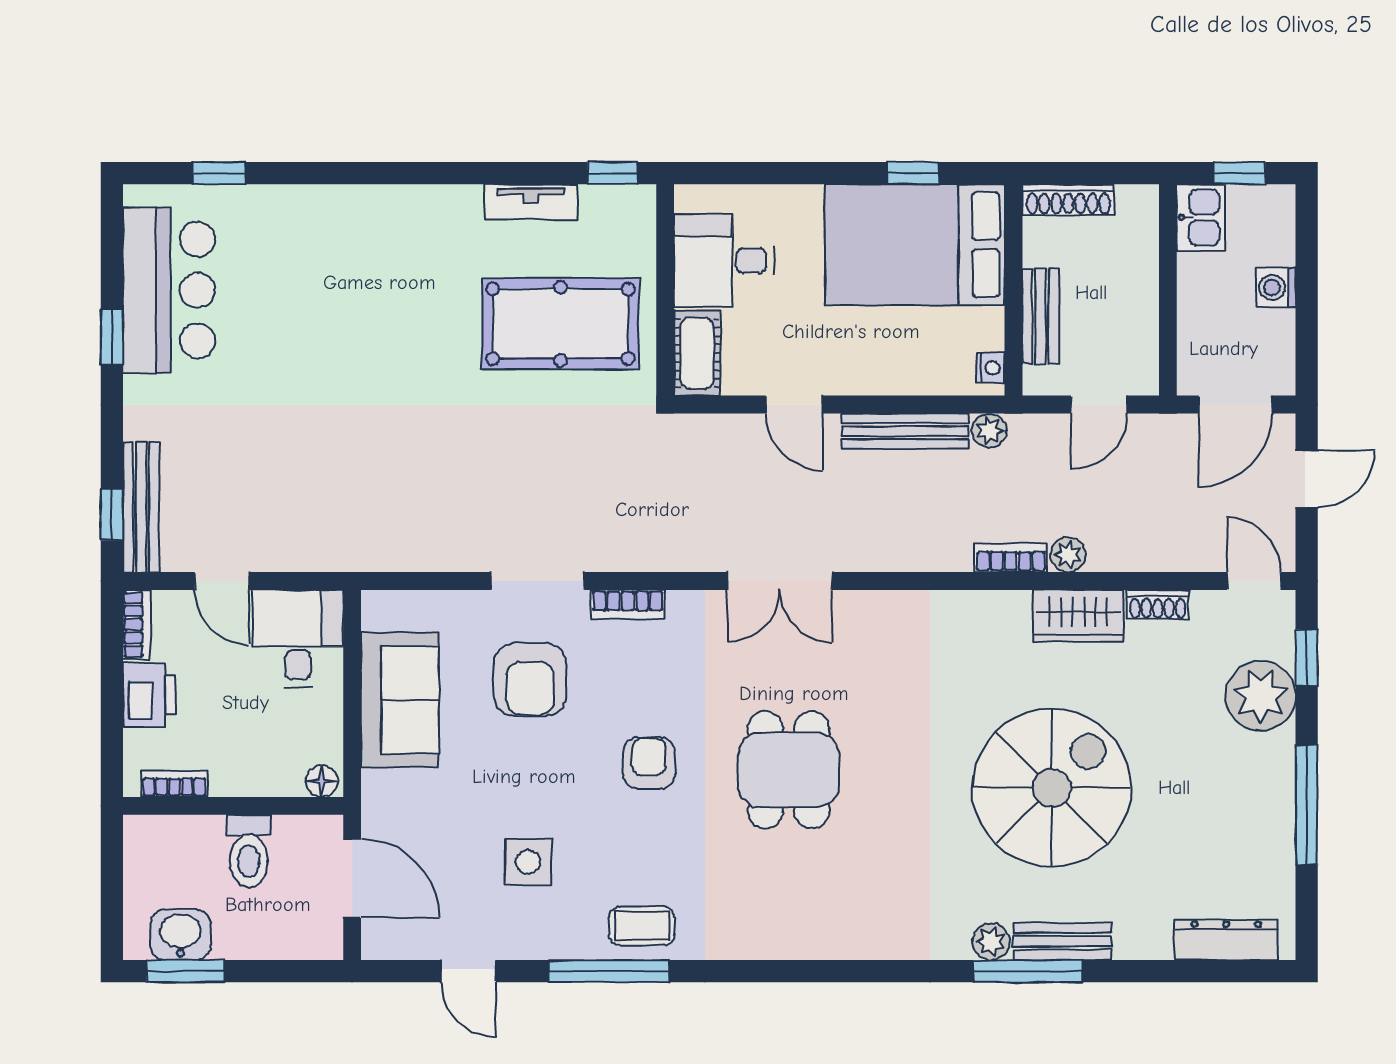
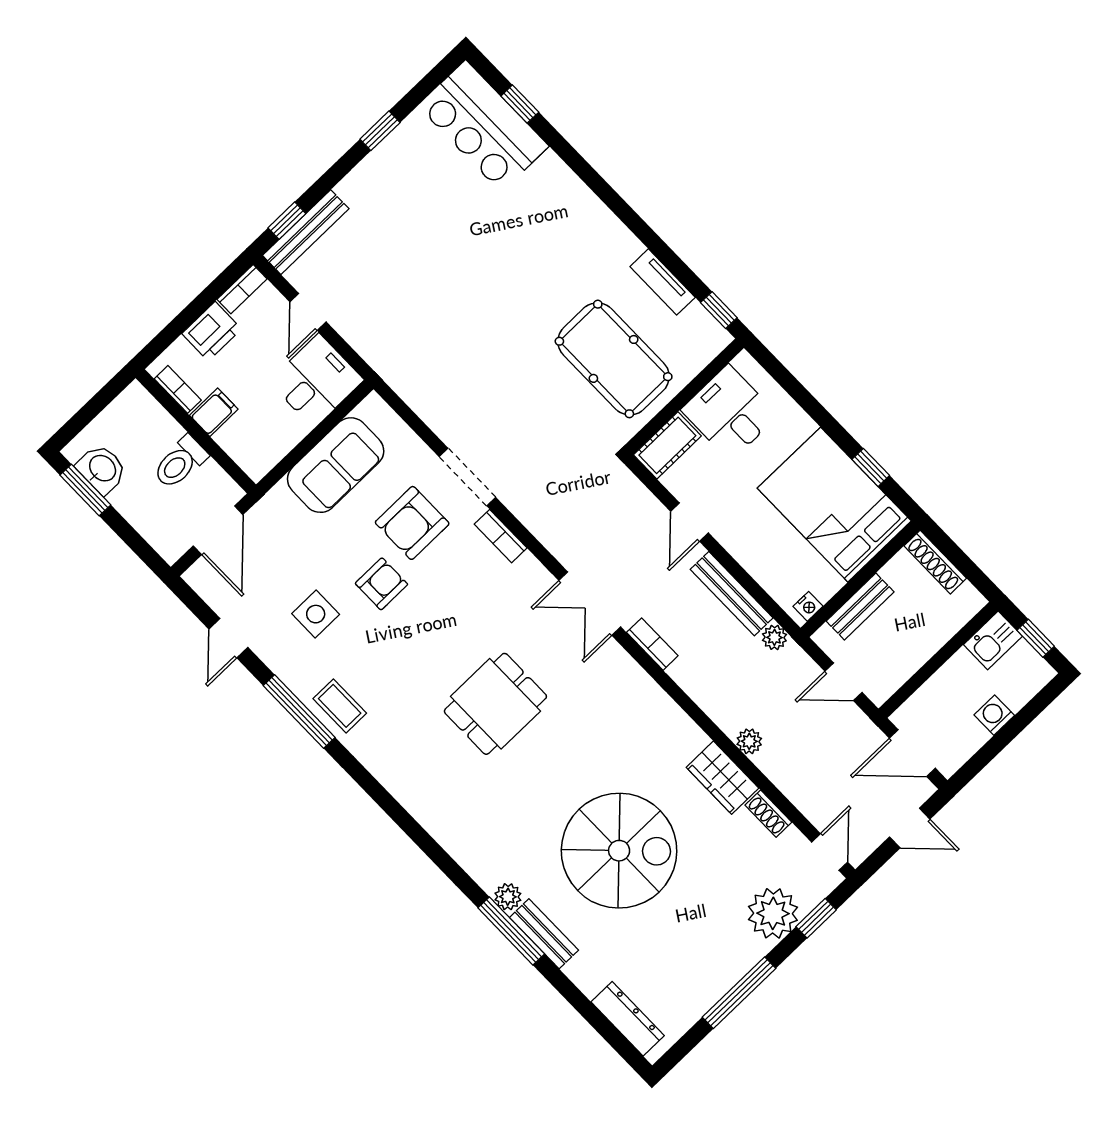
bar counter: (169, 290) -> (483, 126), moved, turned 90
bookcase: (1011, 558) -> (652, 644), moved
armchair: (649, 763) -> (381, 584), moved
filing cabinet: (231, 770) -> (214, 412), added
floor lamp: (322, 781) -> (254, 465), removed

